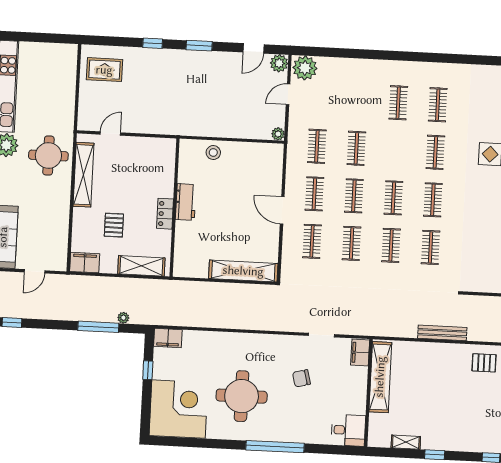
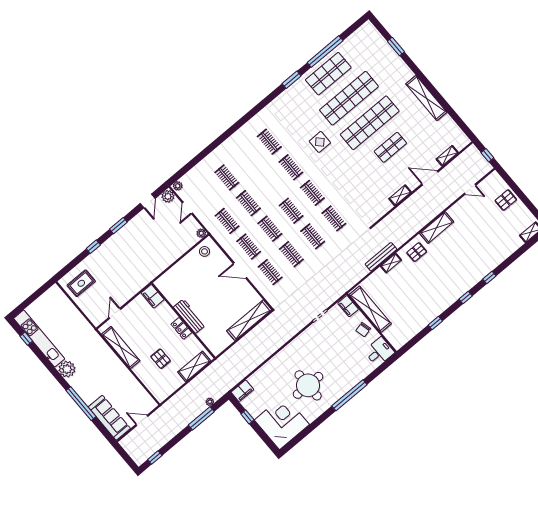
plant: (305, 68) -> (178, 186), width x0.53, depth x0.53
clothes rail: (398, 103) -> (227, 177), moved
stool: (213, 153) -> (204, 251), moved
round table: (48, 156) -> (94, 354), removed
workbench: (186, 202) -> (190, 316), width x1.38
filing cabinet: (85, 263) -> (153, 296), moved, turned -90
door: (35, 271) -> (142, 420), swing flipped
chair: (301, 378) -> (363, 330), moved
shelving: (406, 442) -> (391, 263), moved

